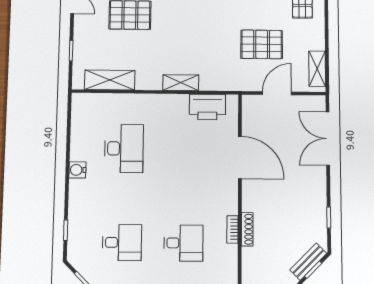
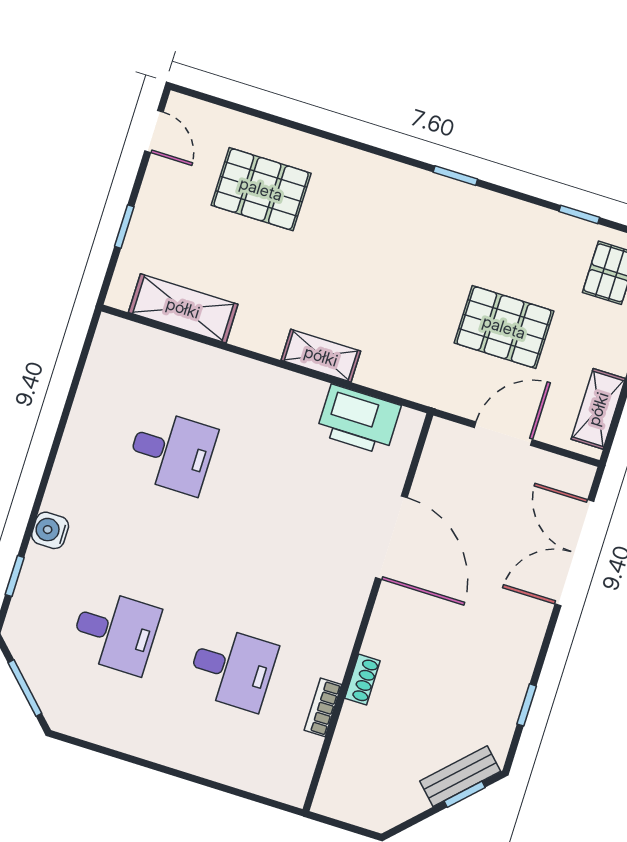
desk: (124, 148) -> (172, 452), width x0.73
water cooler: (77, 170) -> (50, 530), moved
bookcase: (232, 229) -> (323, 707), moved
shoe rack: (247, 229) -> (362, 680), width x0.70

